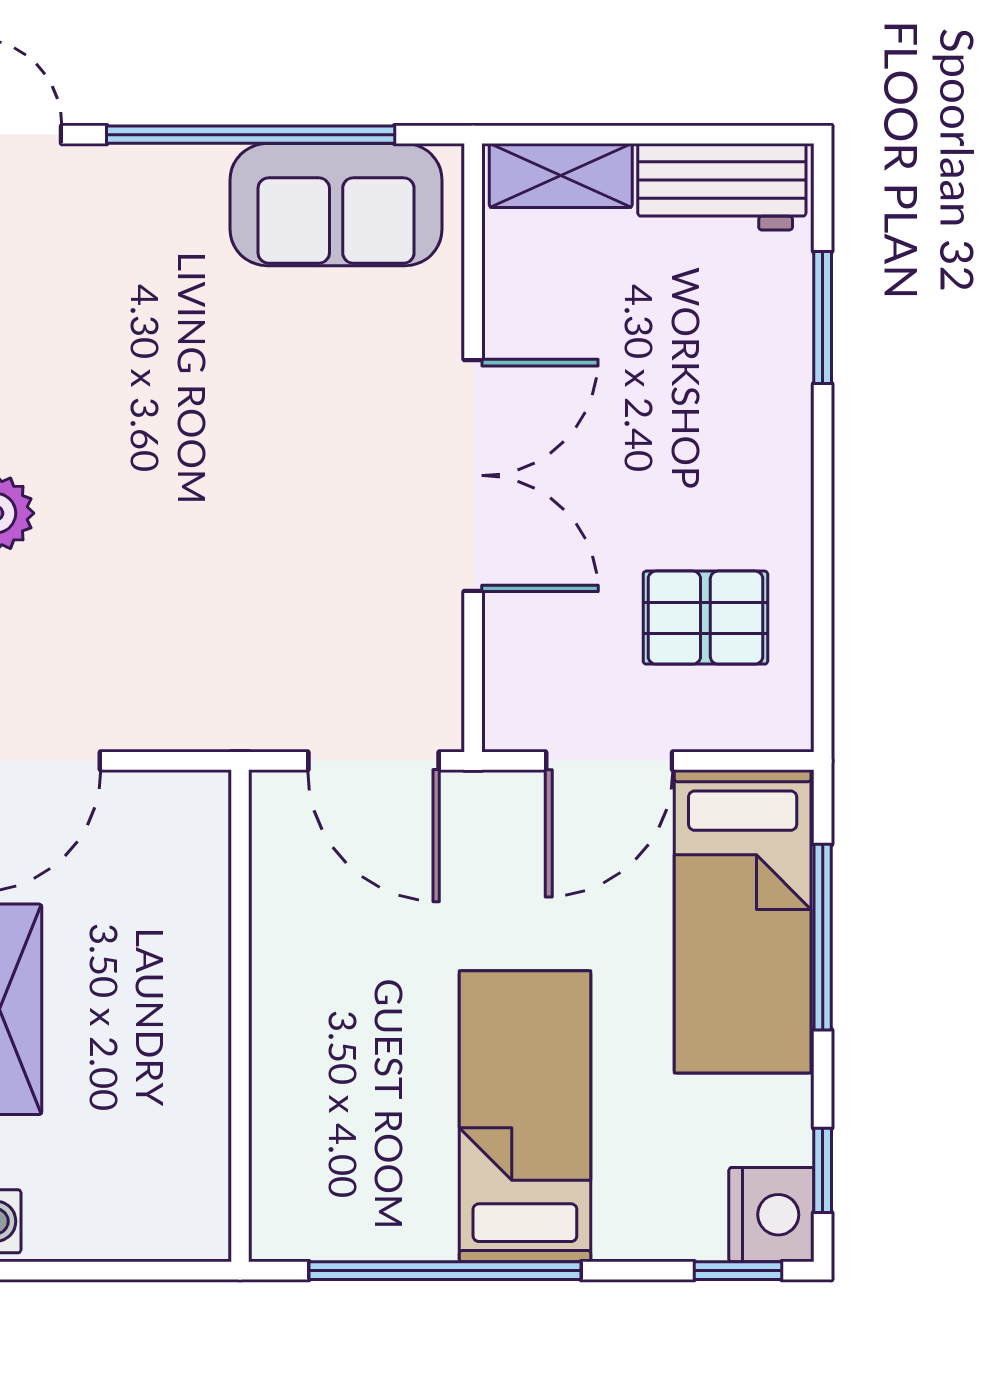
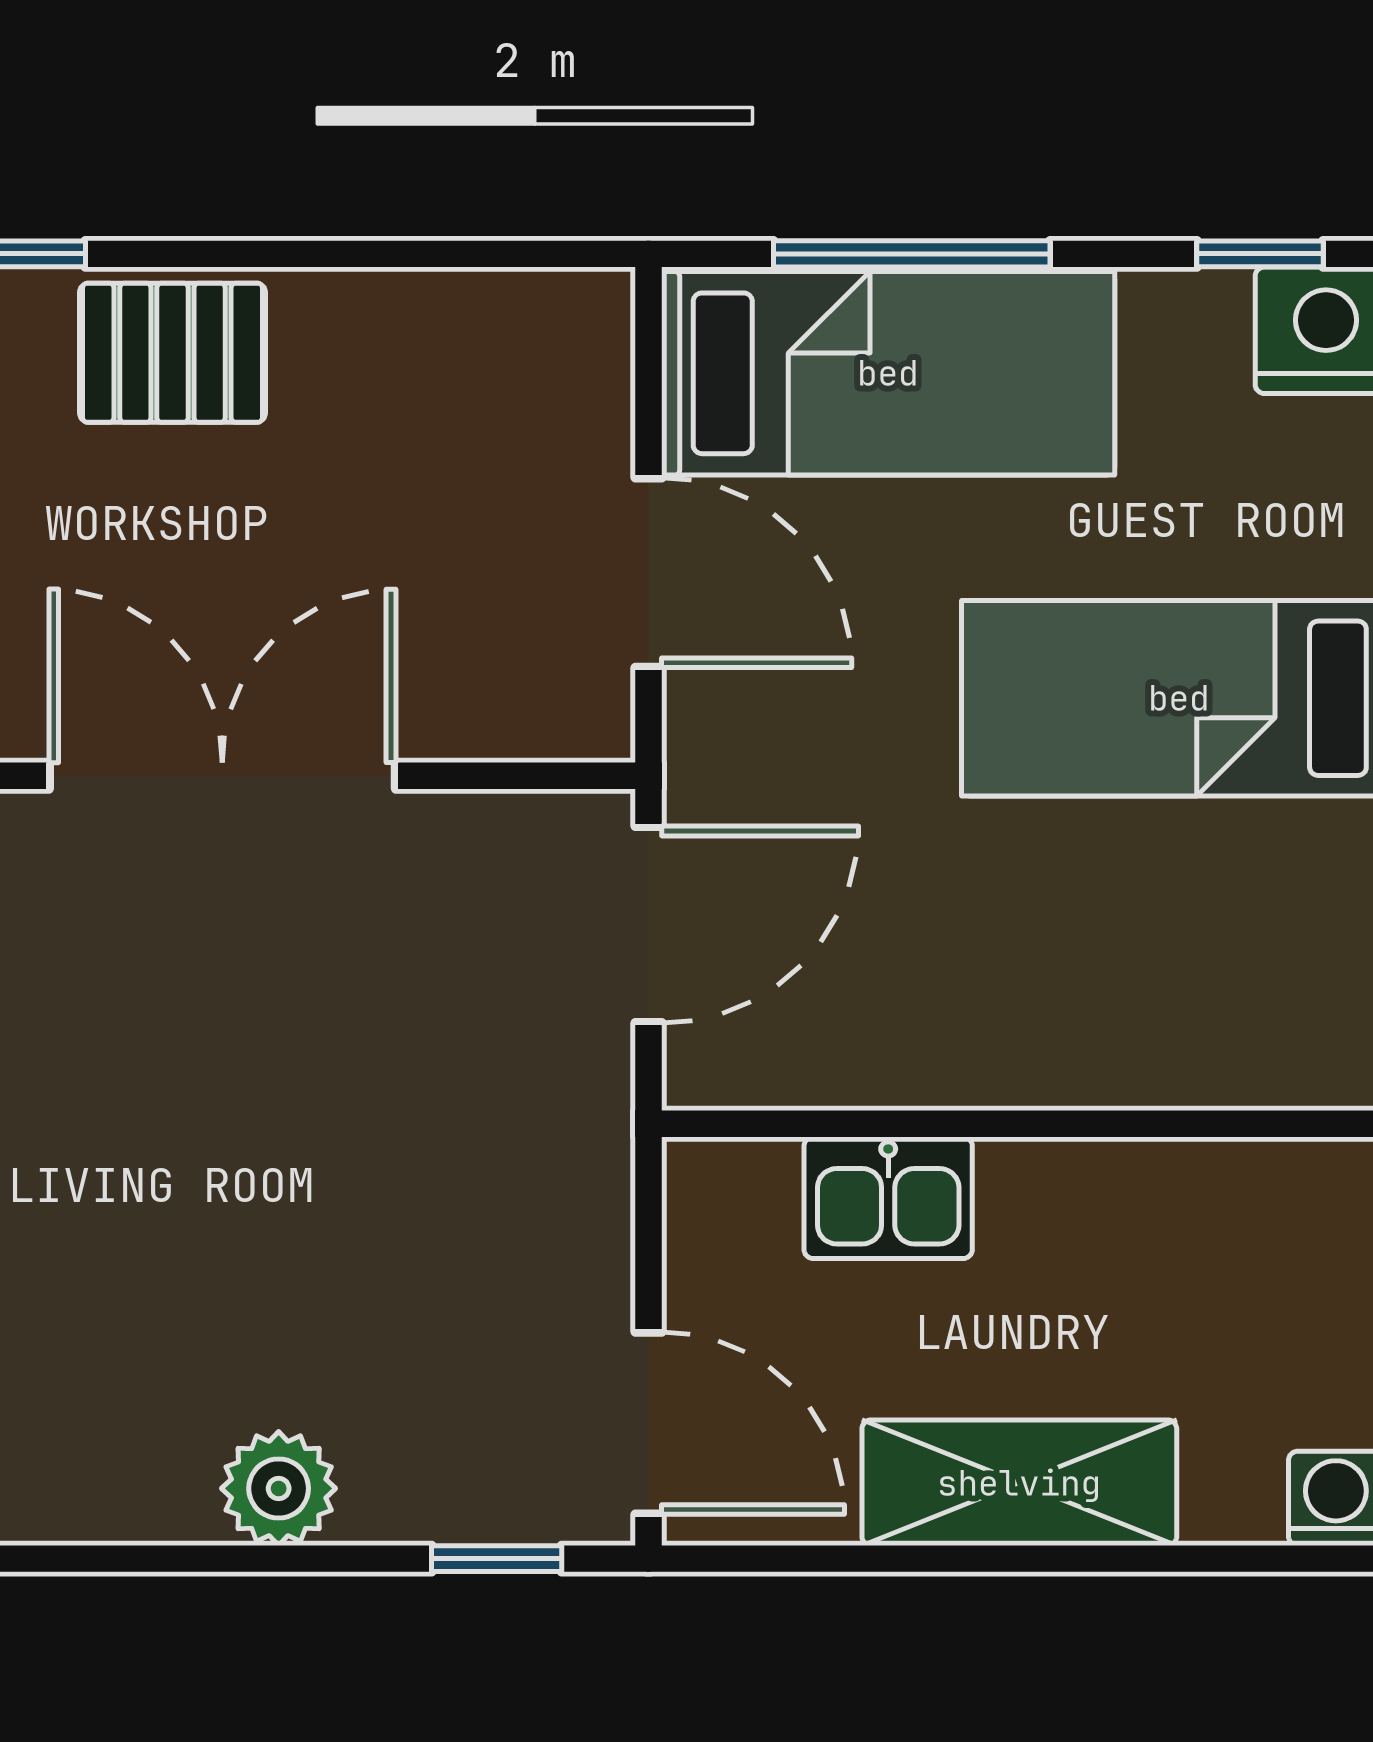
pallet: (705, 618) -> (172, 353), moved, turned 90
kitchen sink: (190, 921) -> (888, 1198), added

